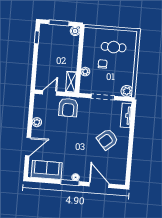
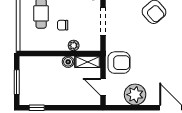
boiler: (75, 31) -> (68, 62), moved
plant: (37, 122) -> (135, 95), width x1.87, depth x1.87

